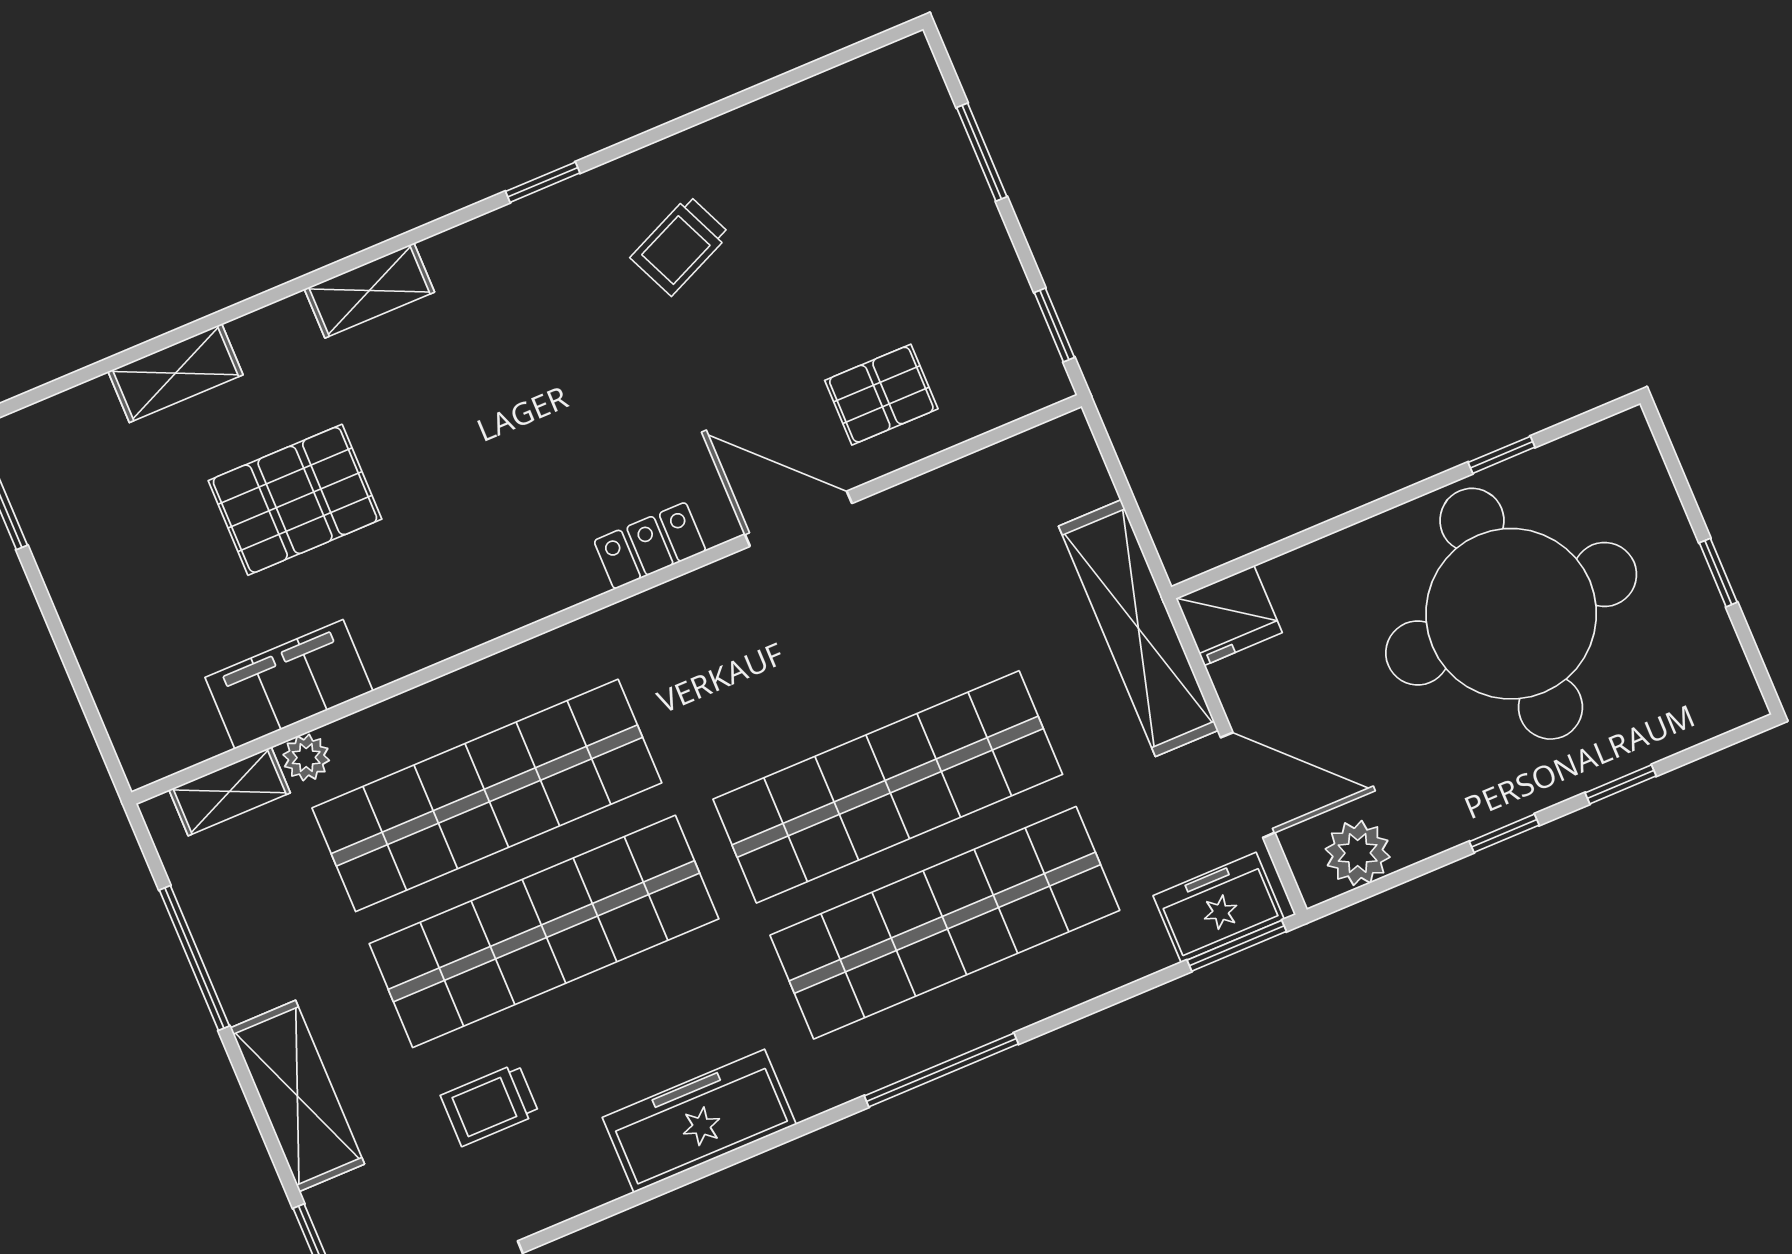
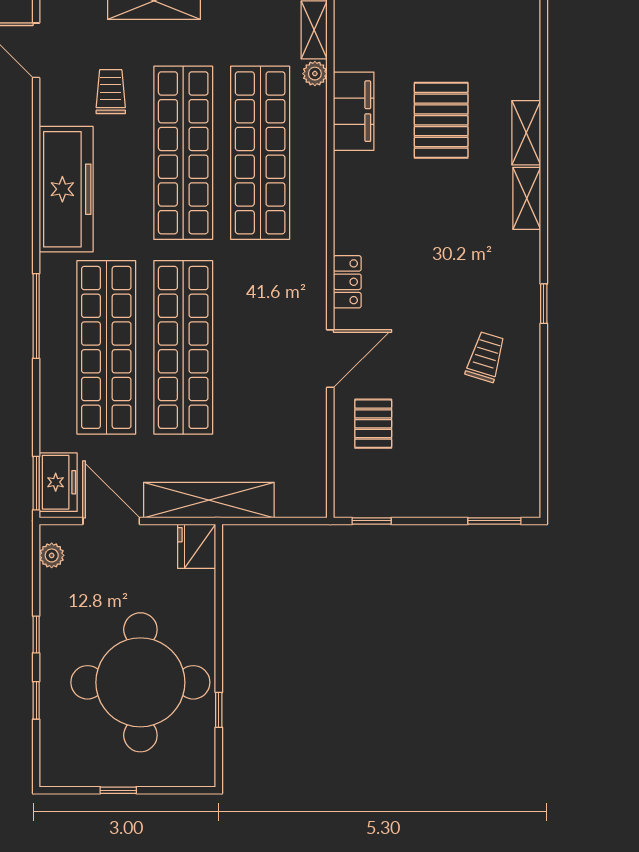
window: (982, 152) -> (494, 521), moved
trolley: (680, 246) -> (486, 357), turned 41
shelving: (175, 373) -> (526, 133), moved
filing cabinet: (289, 684) -> (354, 111), moved
door: (1248, 785) -> (111, 521), swing flipped
plant: (1358, 853) -> (52, 555), width x0.73, depth x0.73
freezer: (699, 1121) -> (66, 189), width x1.36, depth x1.26

